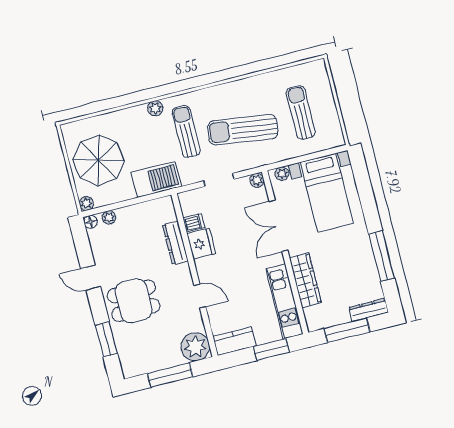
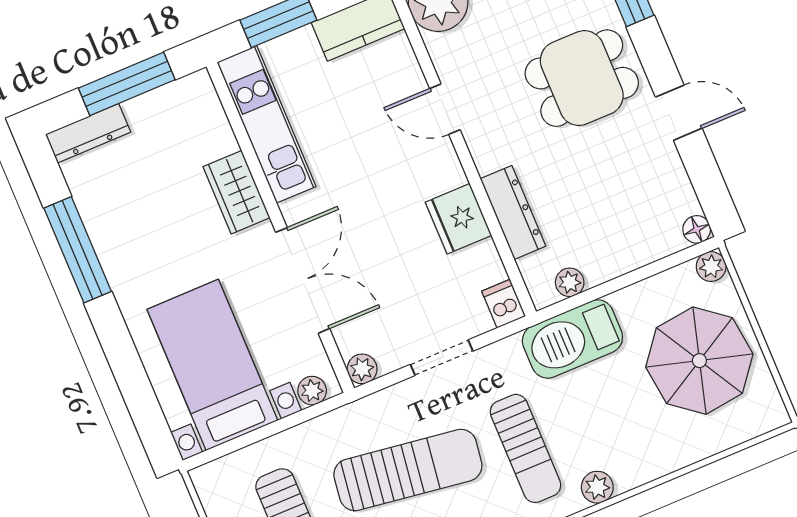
plant: (109, 217) -> (570, 282), moved
dishwasher: (194, 223) -> (504, 304), moved, turned 90
wardrobe: (305, 280) -> (237, 192), width x0.67

